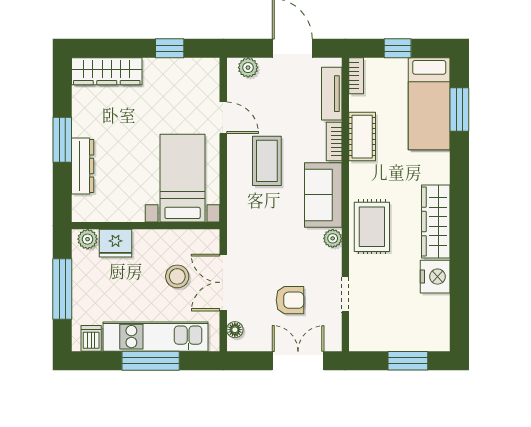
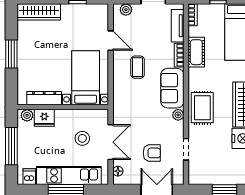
coffee table: (267, 161) -> (138, 67), width x0.73, depth x0.77
dresser: (83, 166) -> (44, 98), moved, turned -90
double door: (223, 282) -> (111, 142), swing flipped

